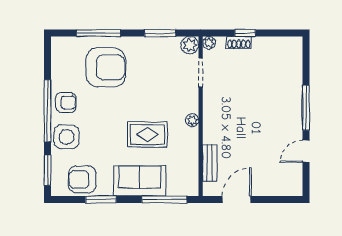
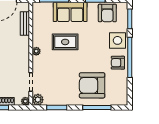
armchair: (82, 179) -> (107, 13), turned 90

